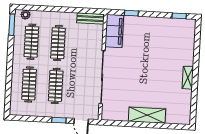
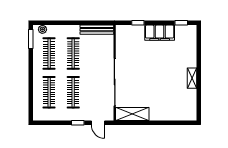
bench: (91, 19) -> (97, 30), width x1.36
filing cabinet: (114, 31) -> (160, 33), moved, turned 90
shelving: (147, 115) -> (132, 114), moved

